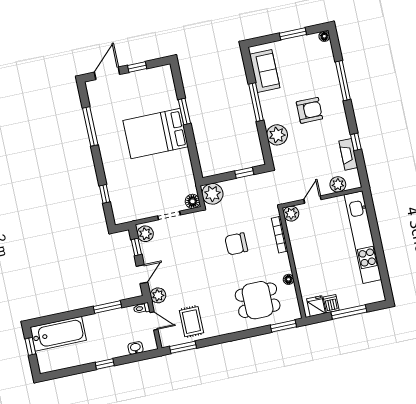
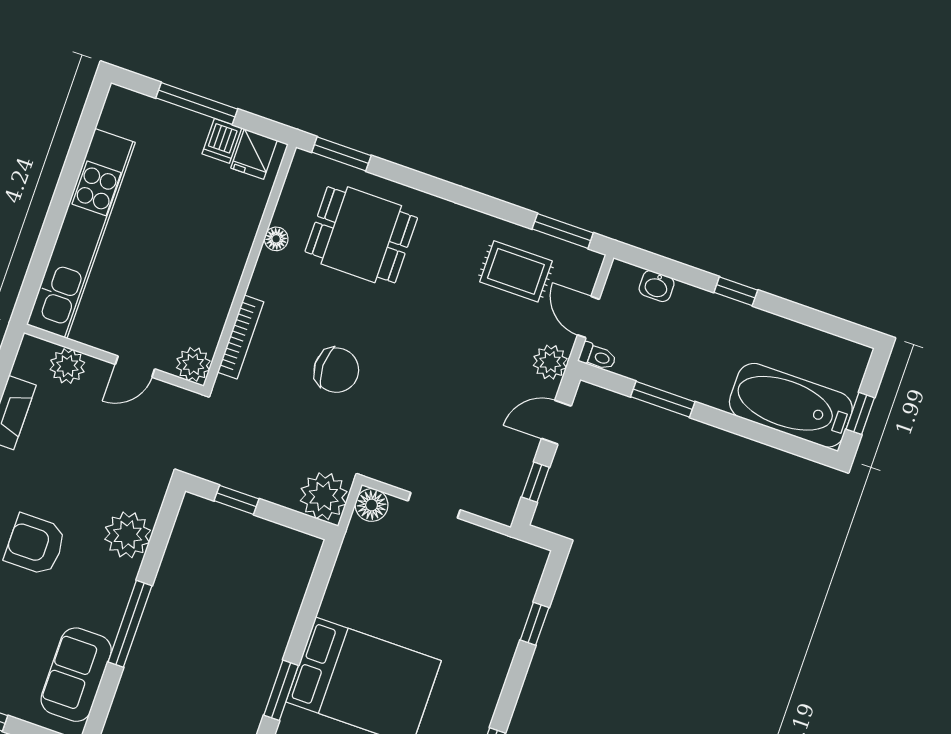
plant: (145, 234) -> (502, 498), removed
rug: (191, 322) -> (516, 271), turned 90

